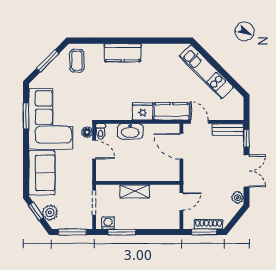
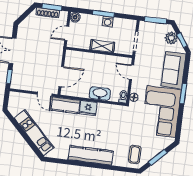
kitchen counter: (123, 53) -> (91, 155), width x1.50
window: (26, 116) -> (183, 94), moved
bench: (228, 130) -> (23, 85), removed
door: (181, 146) -> (61, 77), hinge flipped
door: (94, 149) -> (132, 72), moved
plant: (238, 197) -> (22, 31), removed
washing machine: (108, 223) -> (108, 21), moved
boiler: (173, 223) -> (75, 17), added
window: (122, 232) -> (103, 14), moved

